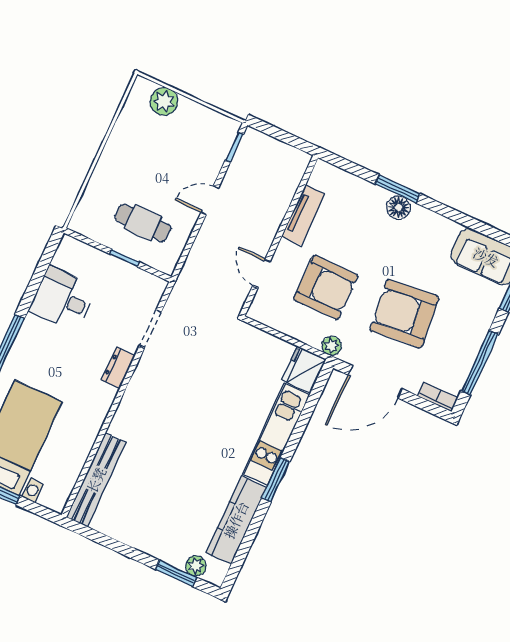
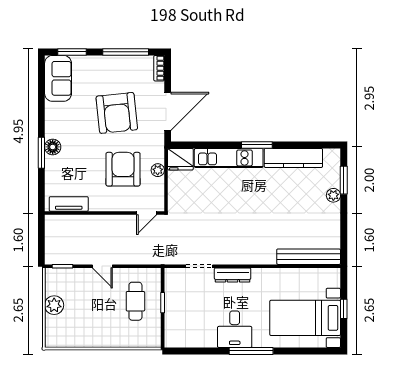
plant: (164, 102) -> (54, 305), moved
tv unit: (303, 215) -> (69, 204), moved
door: (262, 273) -> (147, 213), moved
desk: (63, 299) -> (235, 329), moved
plant: (332, 346) -> (158, 170), moved
dresser: (118, 368) -> (233, 275), width x1.44
door: (375, 382) -> (168, 111), hinge flipped
plant: (196, 566) -> (333, 195), moved

